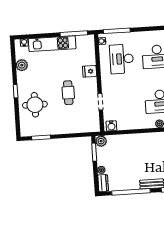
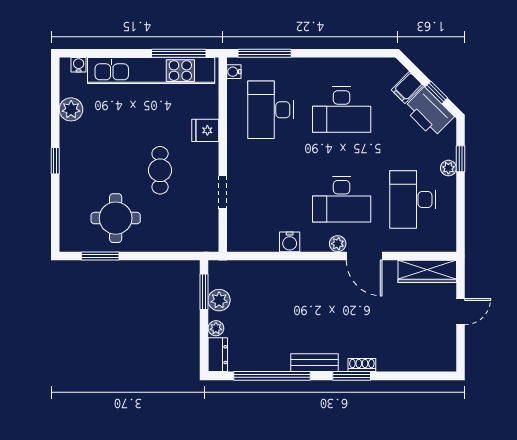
kitchen unit: (52, 44) -> (151, 71), width x1.36
round table: (35, 105) -> (116, 218), moved
water cooler: (111, 126) -> (290, 242), moved
plant: (101, 141) -> (219, 300), moved

